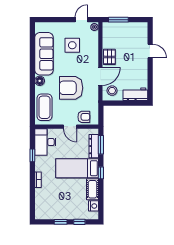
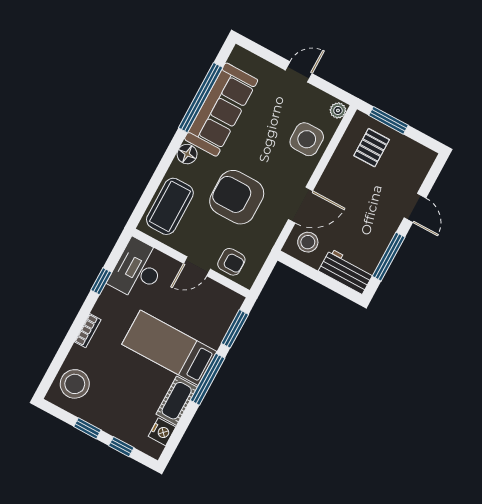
door: (81, 20) -> (299, 72), moved
side table: (72, 45) -> (307, 139), moved
window: (32, 53) -> (201, 98), added
pallet: (109, 57) -> (372, 148), moved
window: (150, 78) -> (389, 257), added
door: (70, 127) -> (197, 266), hinge flipped
dresser: (94, 146) -> (221, 324), removed
window: (101, 173) -> (208, 379), width x2.17
stool: (45, 206) -> (75, 384), added

